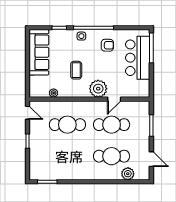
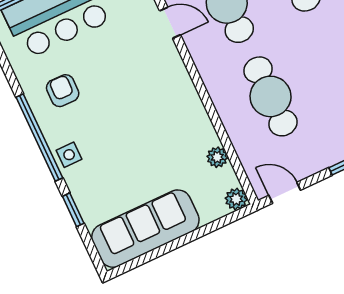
coffee table: (76, 70) -> (146, 132), removed
plant: (98, 89) -> (236, 199), moved, width x0.53, depth x0.53
door: (28, 113) -> (285, 193), hinge flipped

